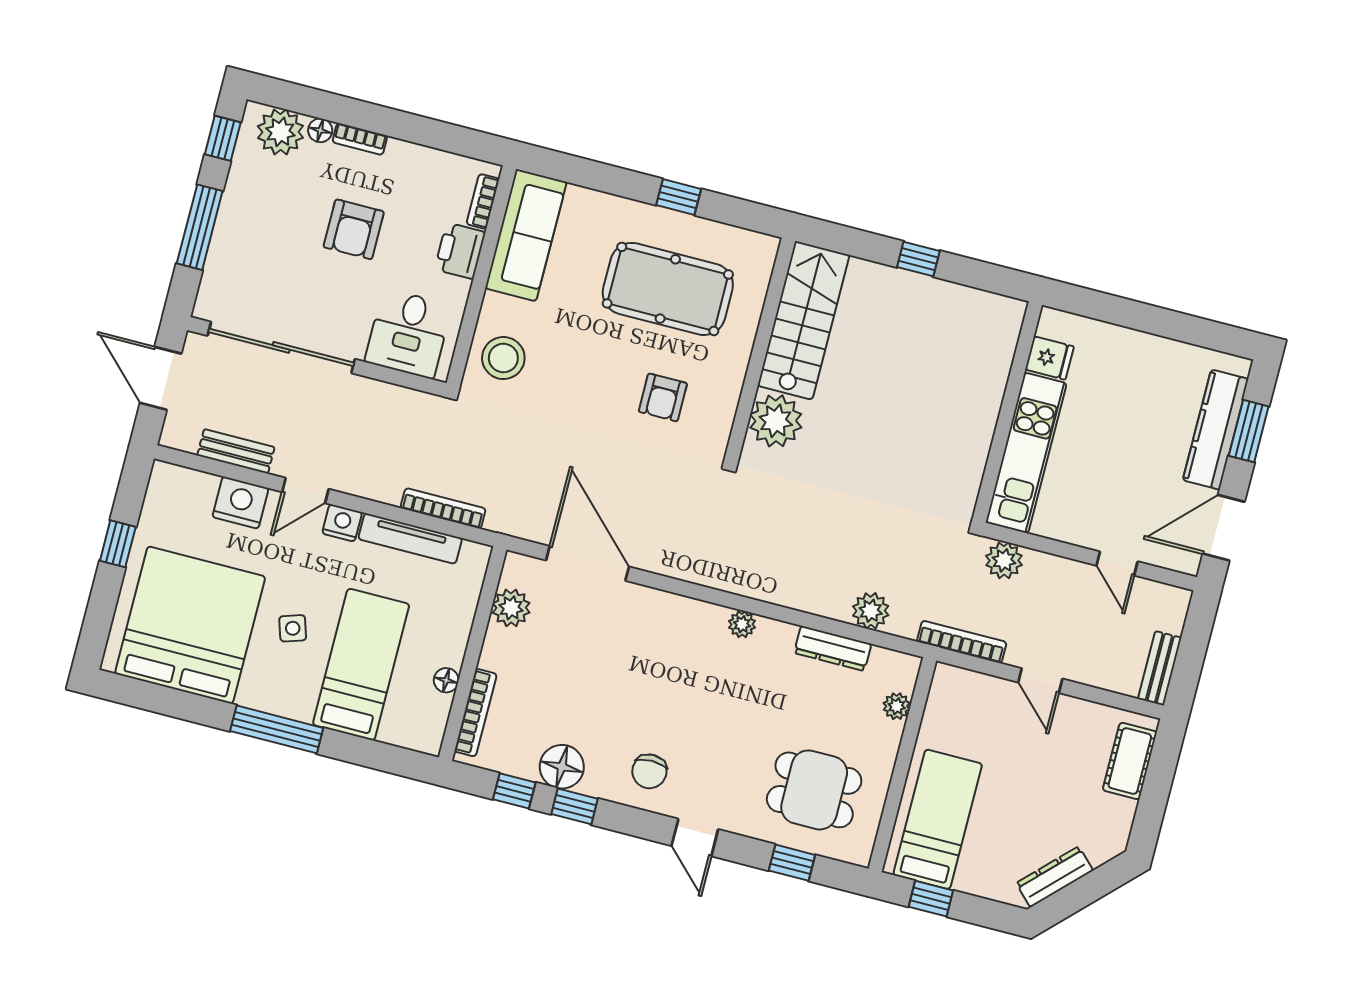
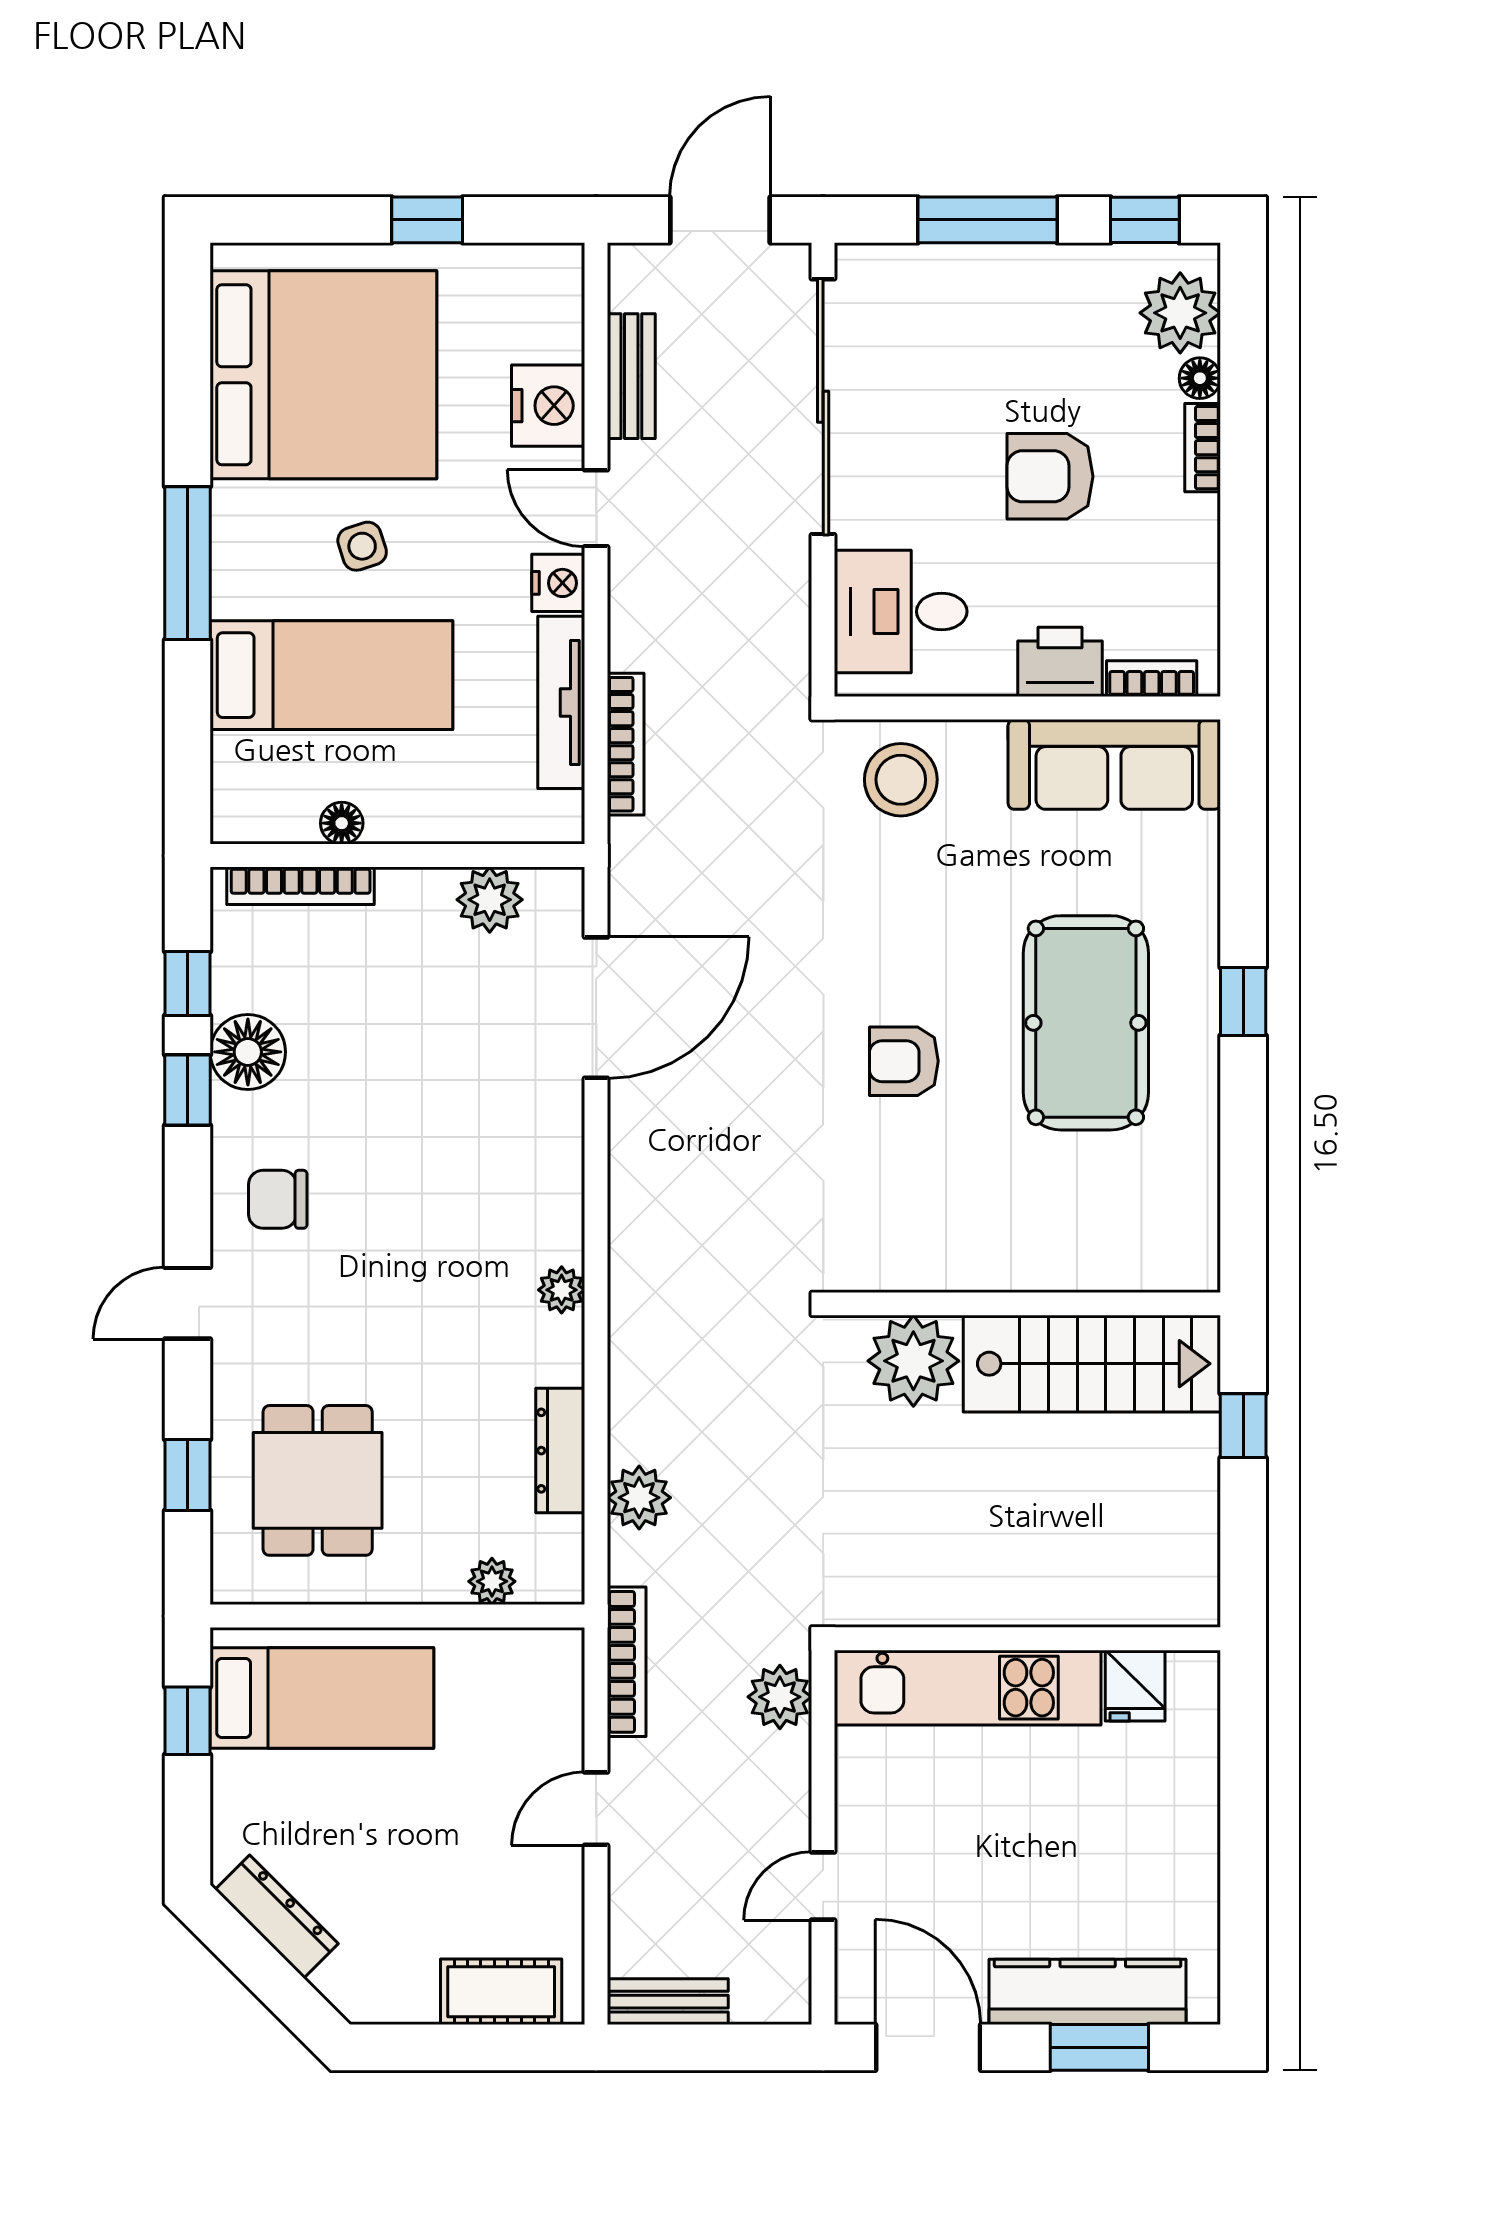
stairs: (804, 320) -> (1092, 1364), moved
wall: (760, 348) -> (1027, 1304), moved
plant: (776, 421) -> (913, 1361), moved

